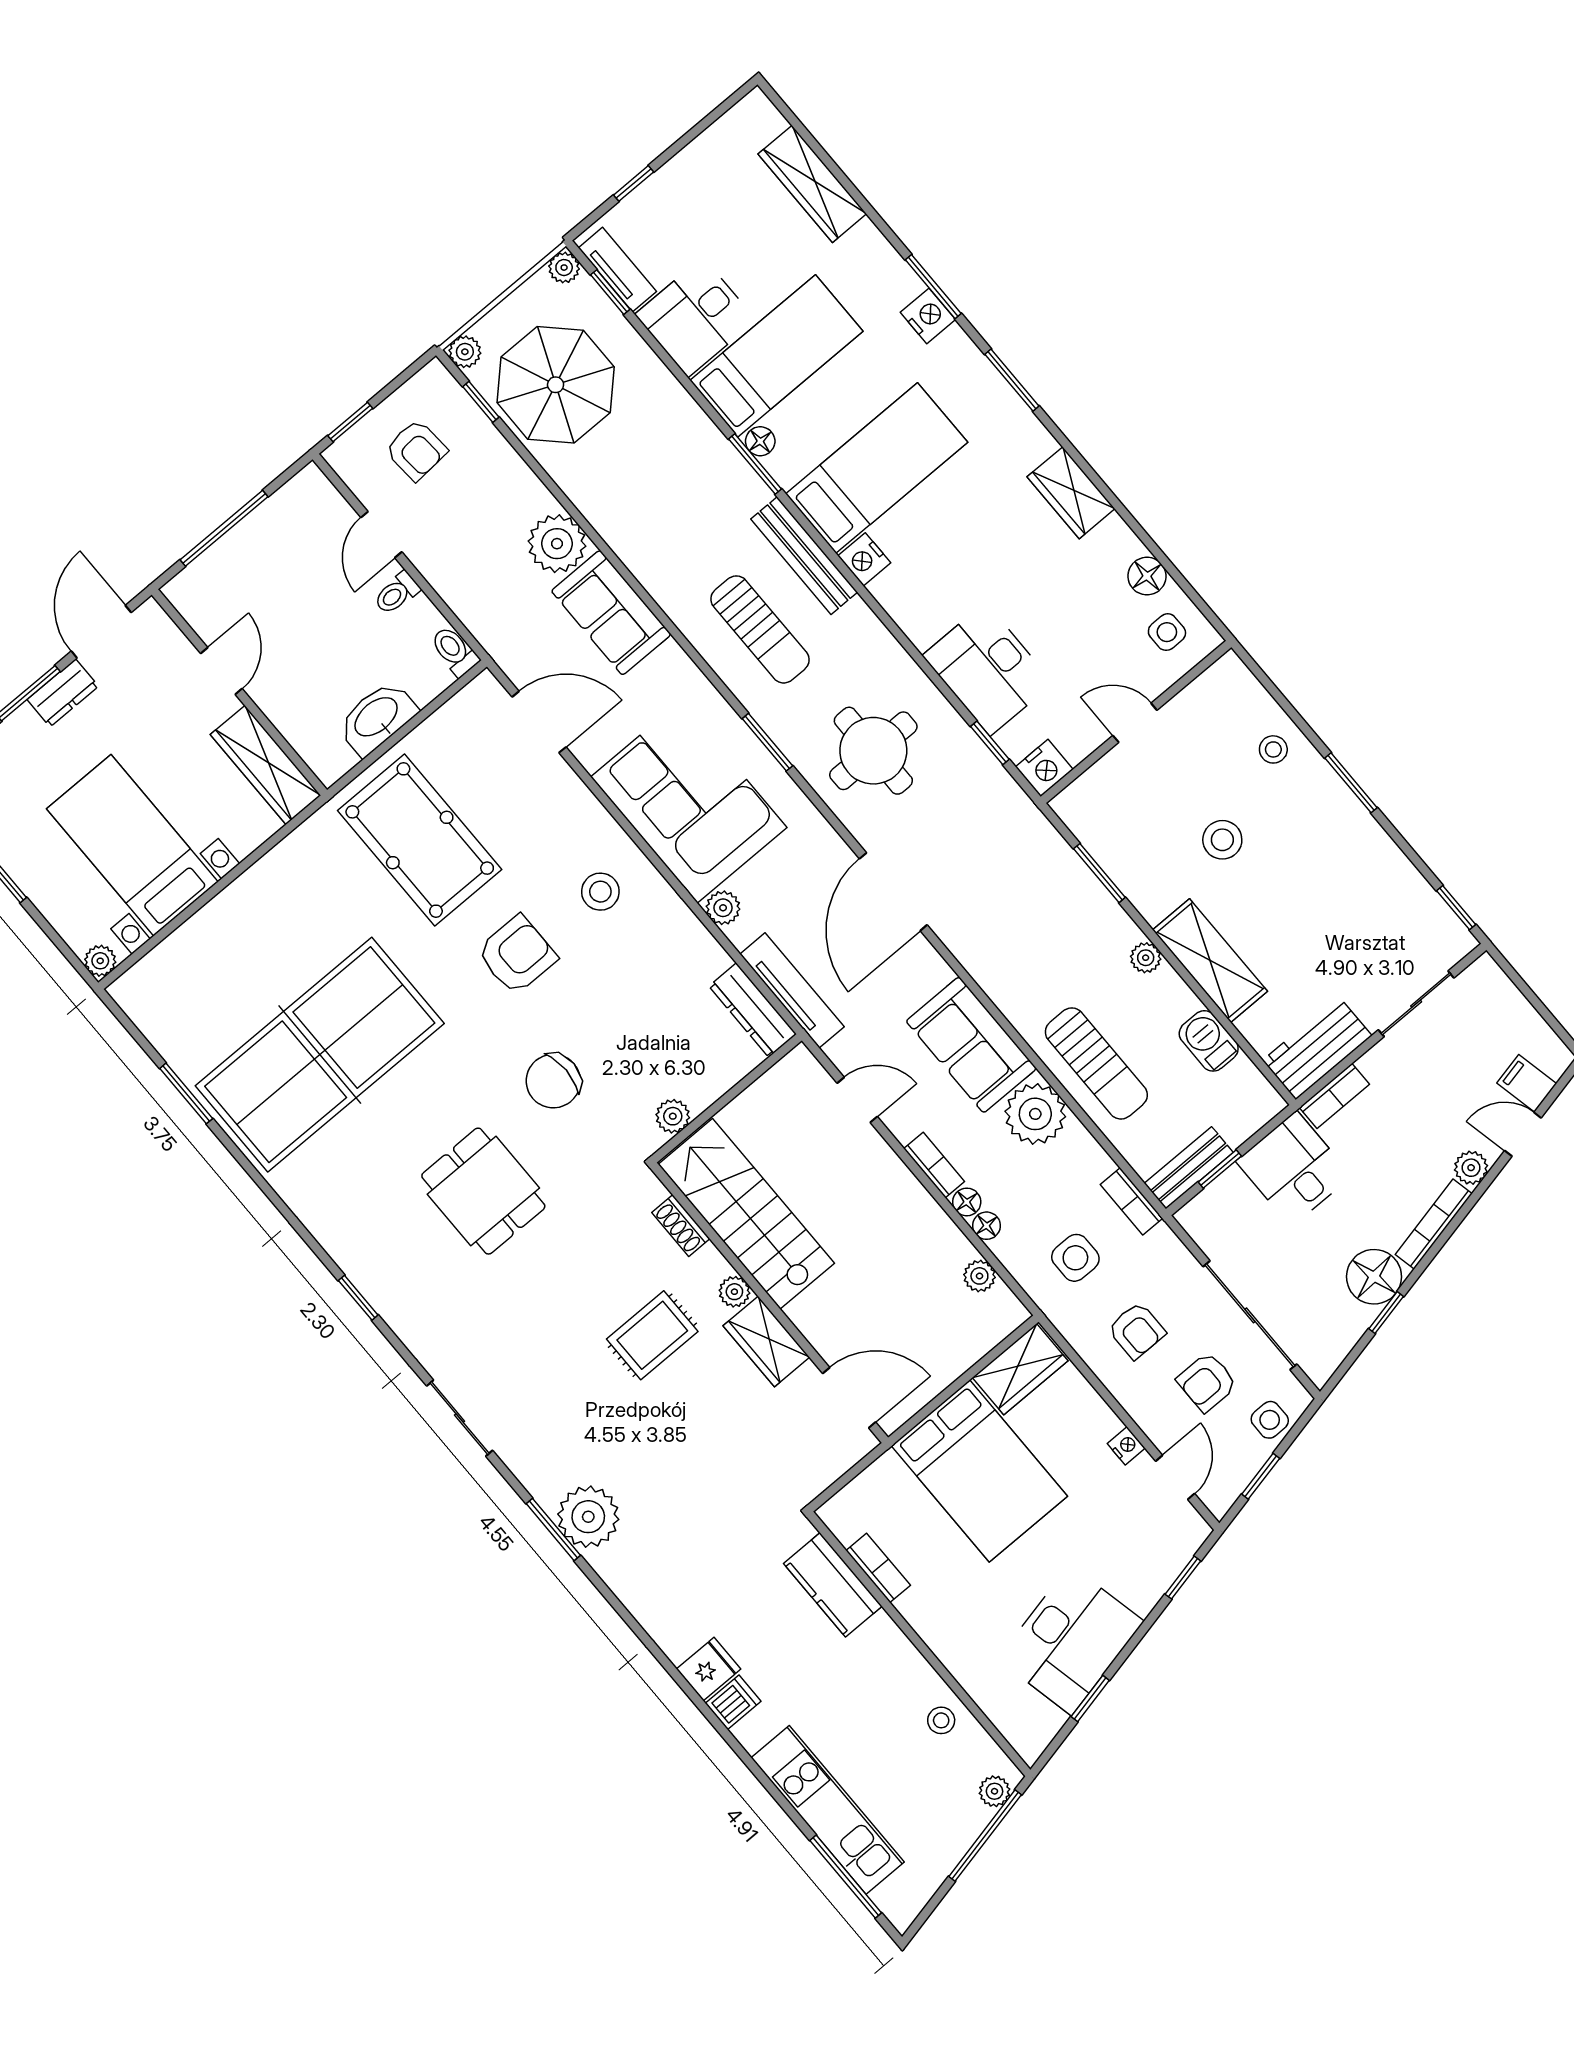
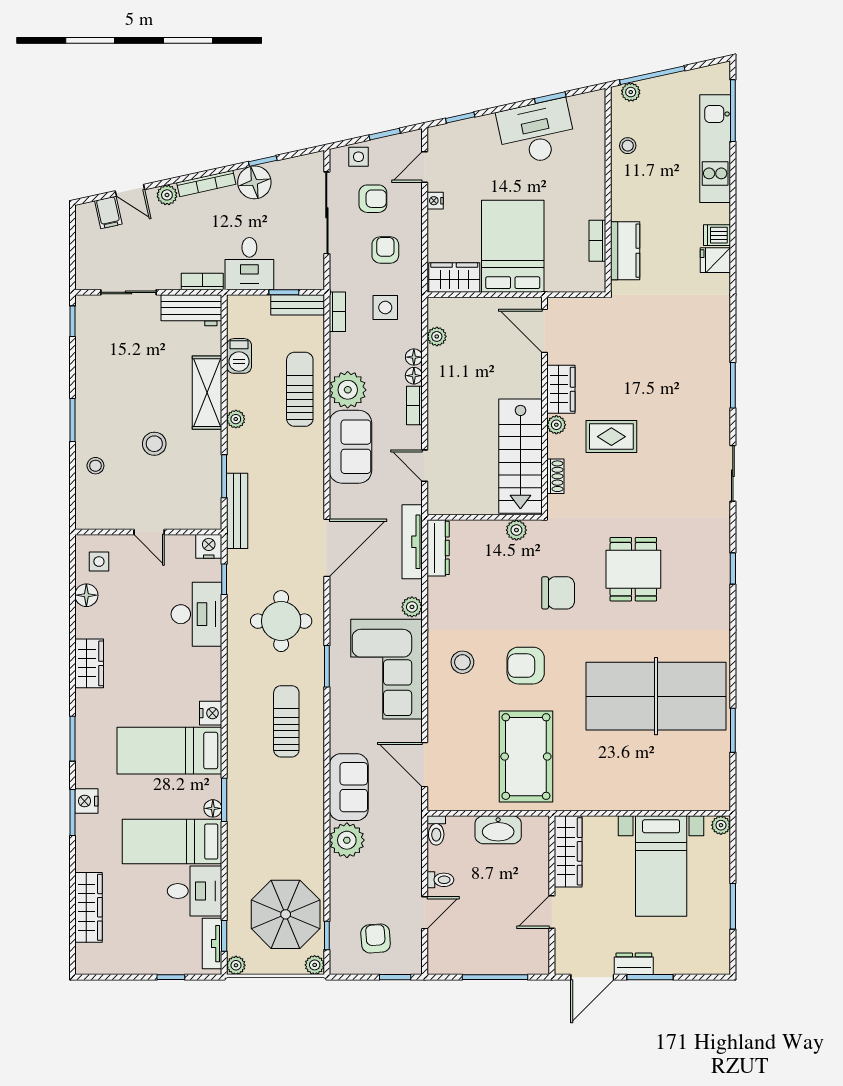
bench: (804, 556) -> (237, 511), moved
plant: (588, 1517) -> (712, 378), removed

